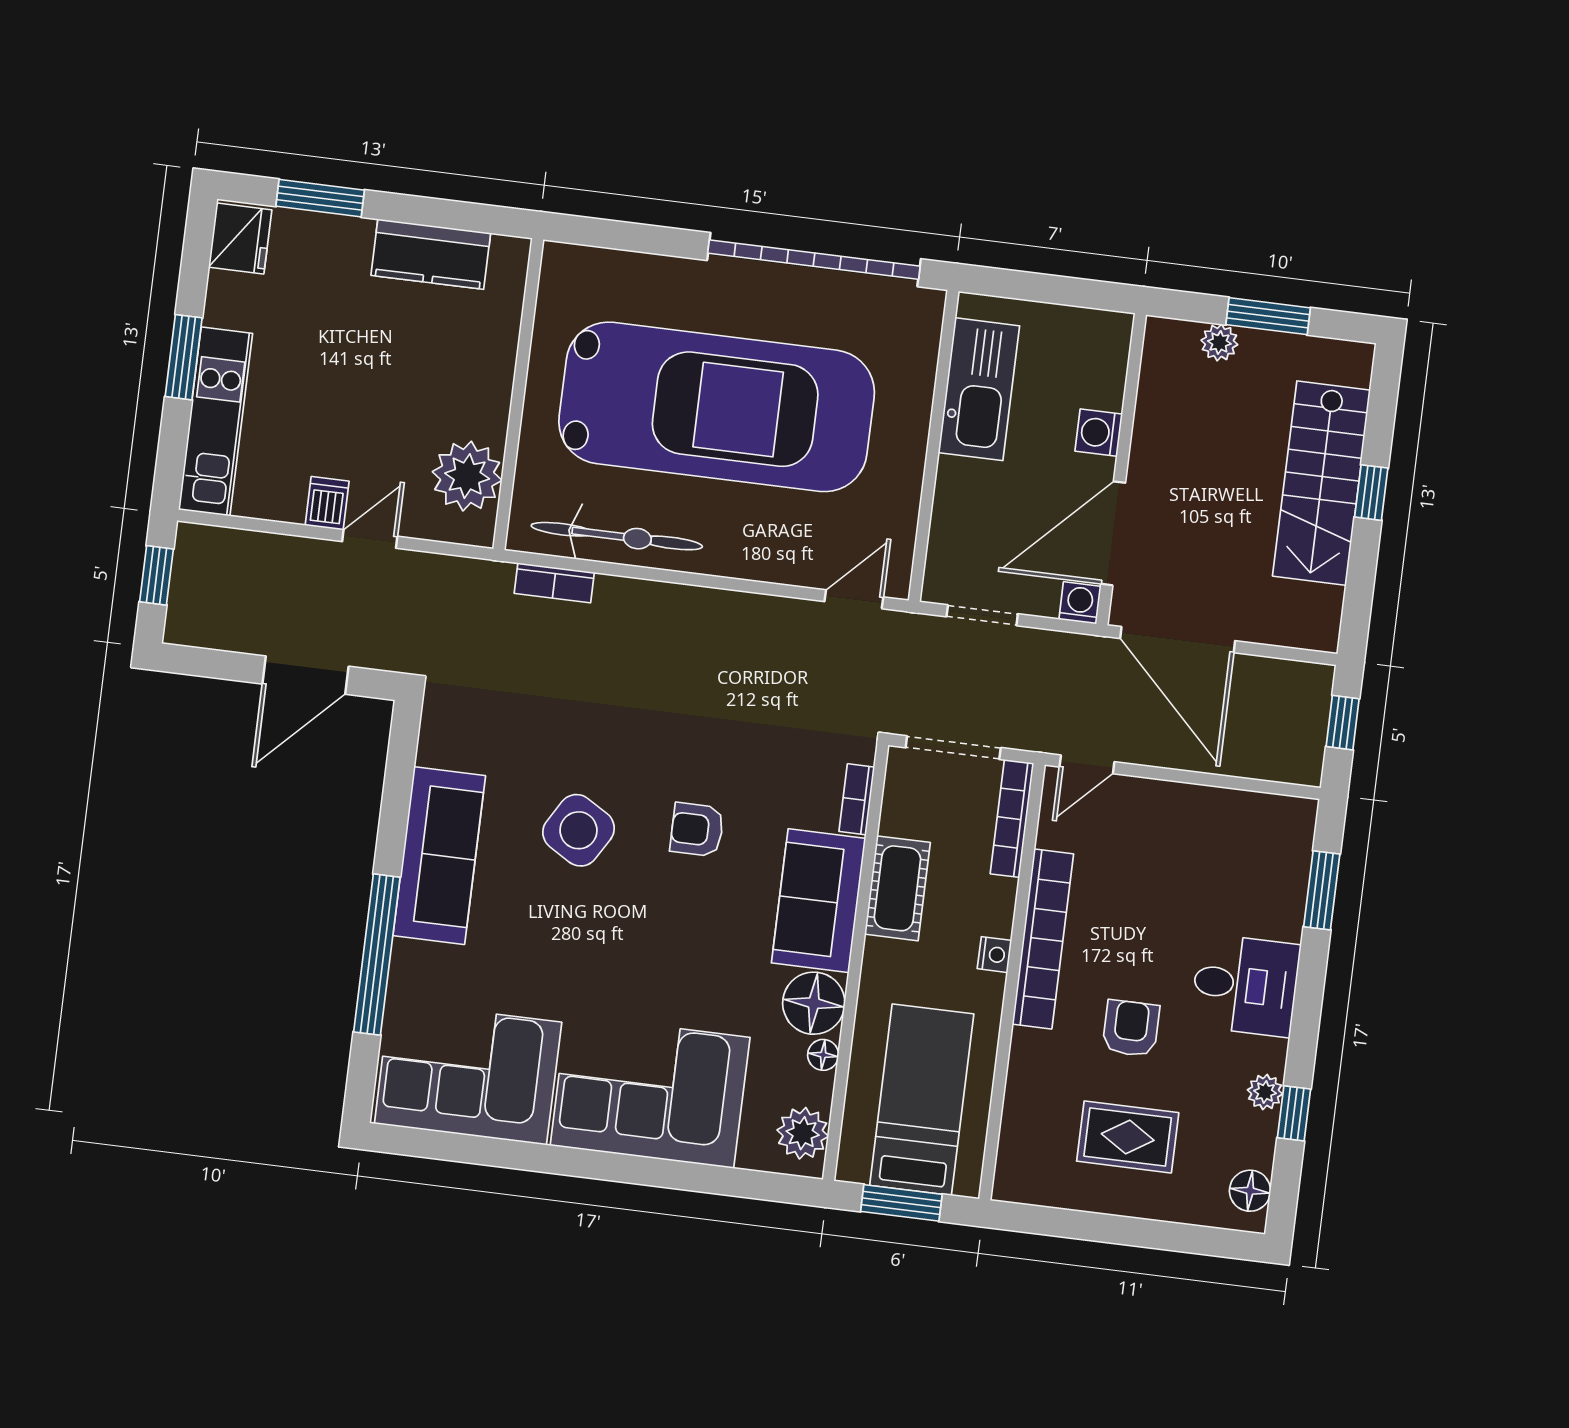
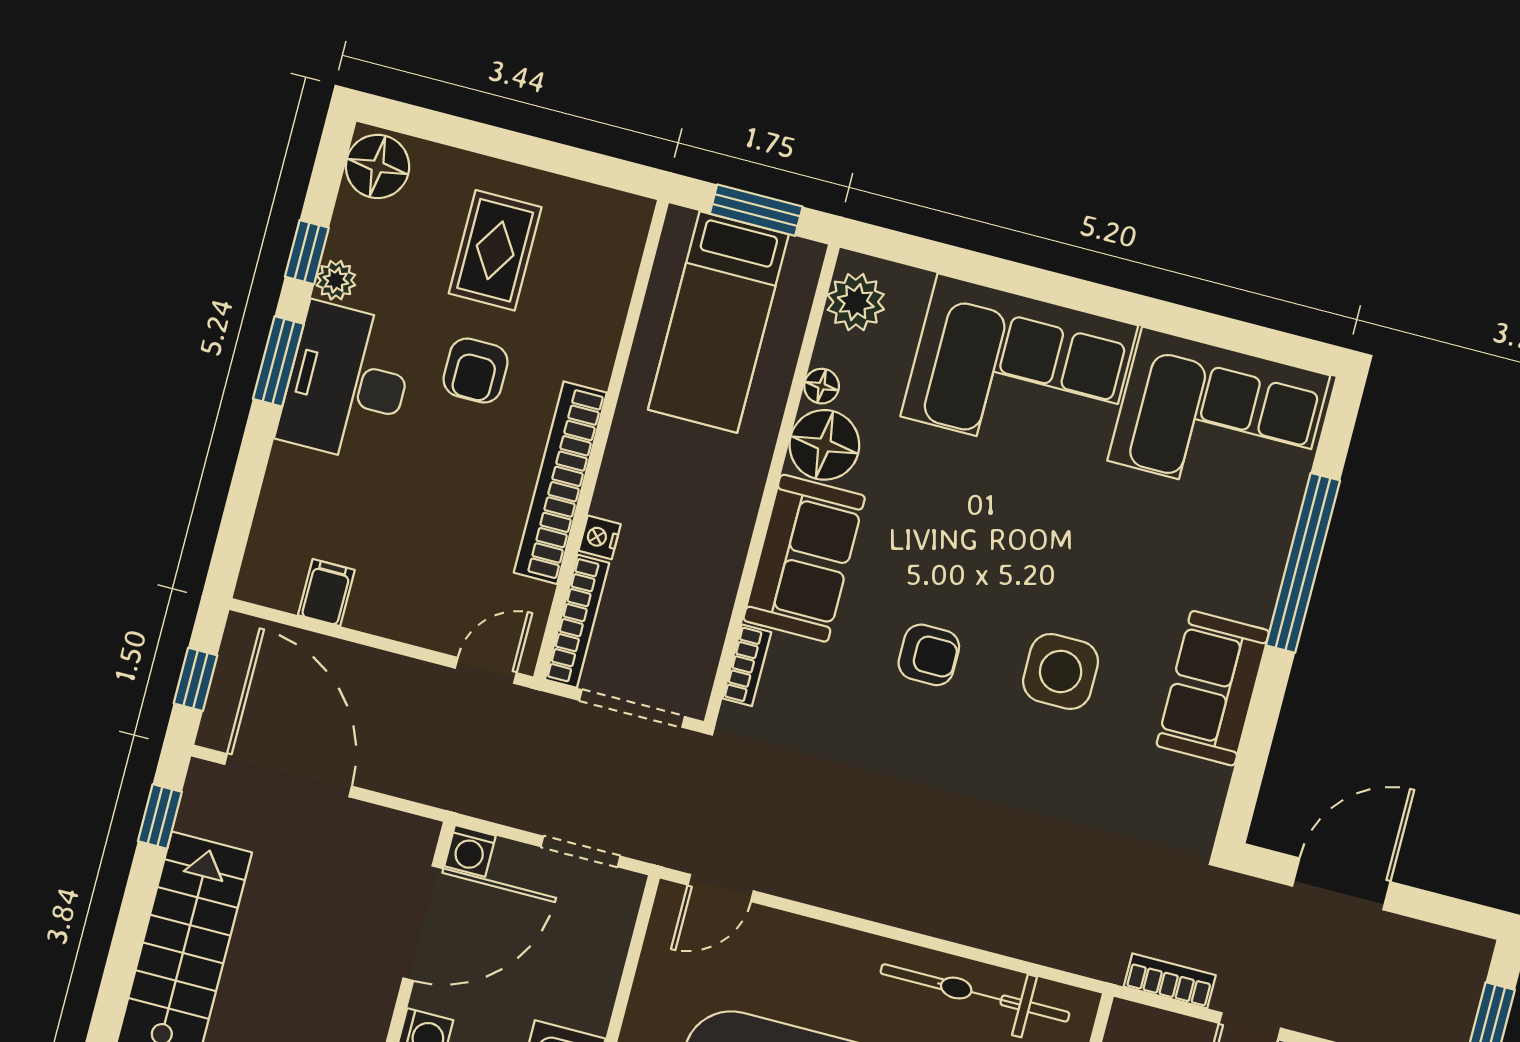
window: (1371, 493) -> (160, 816), moved
bookcase: (554, 583) -> (1170, 981), moved
door: (1178, 640) -> (288, 775), moved
filing cabinet: (1237, 815) -> (326, 593), added
side table: (579, 830) -> (1061, 671), turned -31
sofa: (439, 856) -> (1213, 688), width x0.73
cot: (897, 888) -> (715, 560), removed
window: (1322, 890) -> (278, 361), moved
nightstand: (994, 955) -> (600, 537), moved
desk: (1245, 985) -> (347, 383), width x1.37
rug: (1128, 1137) -> (495, 250), turned 90
floor lamp: (1250, 1191) -> (378, 166), width x1.38, depth x1.38

